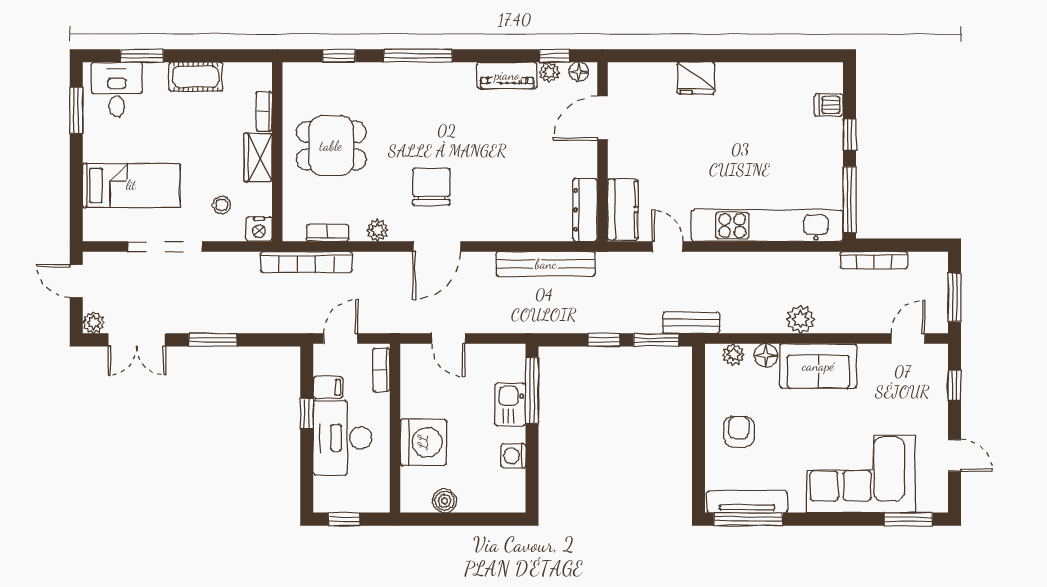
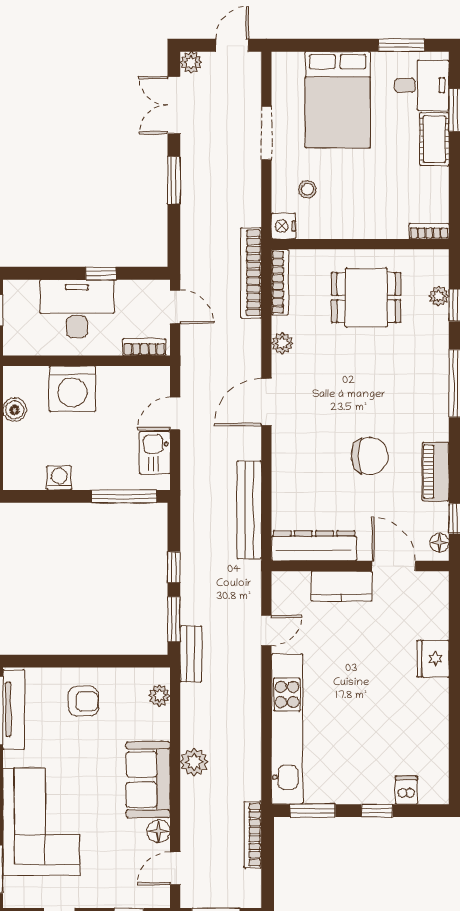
plant: (549, 72) -> (439, 296), moved
cot: (196, 77) -> (434, 139), moved
bookcase: (264, 111) -> (429, 231), moved
dining table: (331, 146) -> (366, 298), turned 90
wardrobe: (258, 157) -> (354, 225), removed
bed: (131, 185) -> (338, 100), width x1.50
chair: (431, 187) -> (370, 456), moved
window: (850, 200) -> (313, 811), width x0.69
dresser: (585, 210) -> (314, 546), width x1.37, depth x1.24
kitchen counter: (623, 210) -> (342, 586), moved
bookcase: (328, 233) -> (280, 282), width x1.56
doorway: (165, 246) -> (266, 133), width x0.73
door: (437, 246) -> (266, 402), hinge flipped
door: (908, 339) -> (175, 868), swing flipped
floor lamp: (766, 355) -> (159, 831), moved
filing cabinet: (328, 387) -> (127, 294), removed
kitchen sink: (510, 405) -> (155, 452), moved, turned -90

